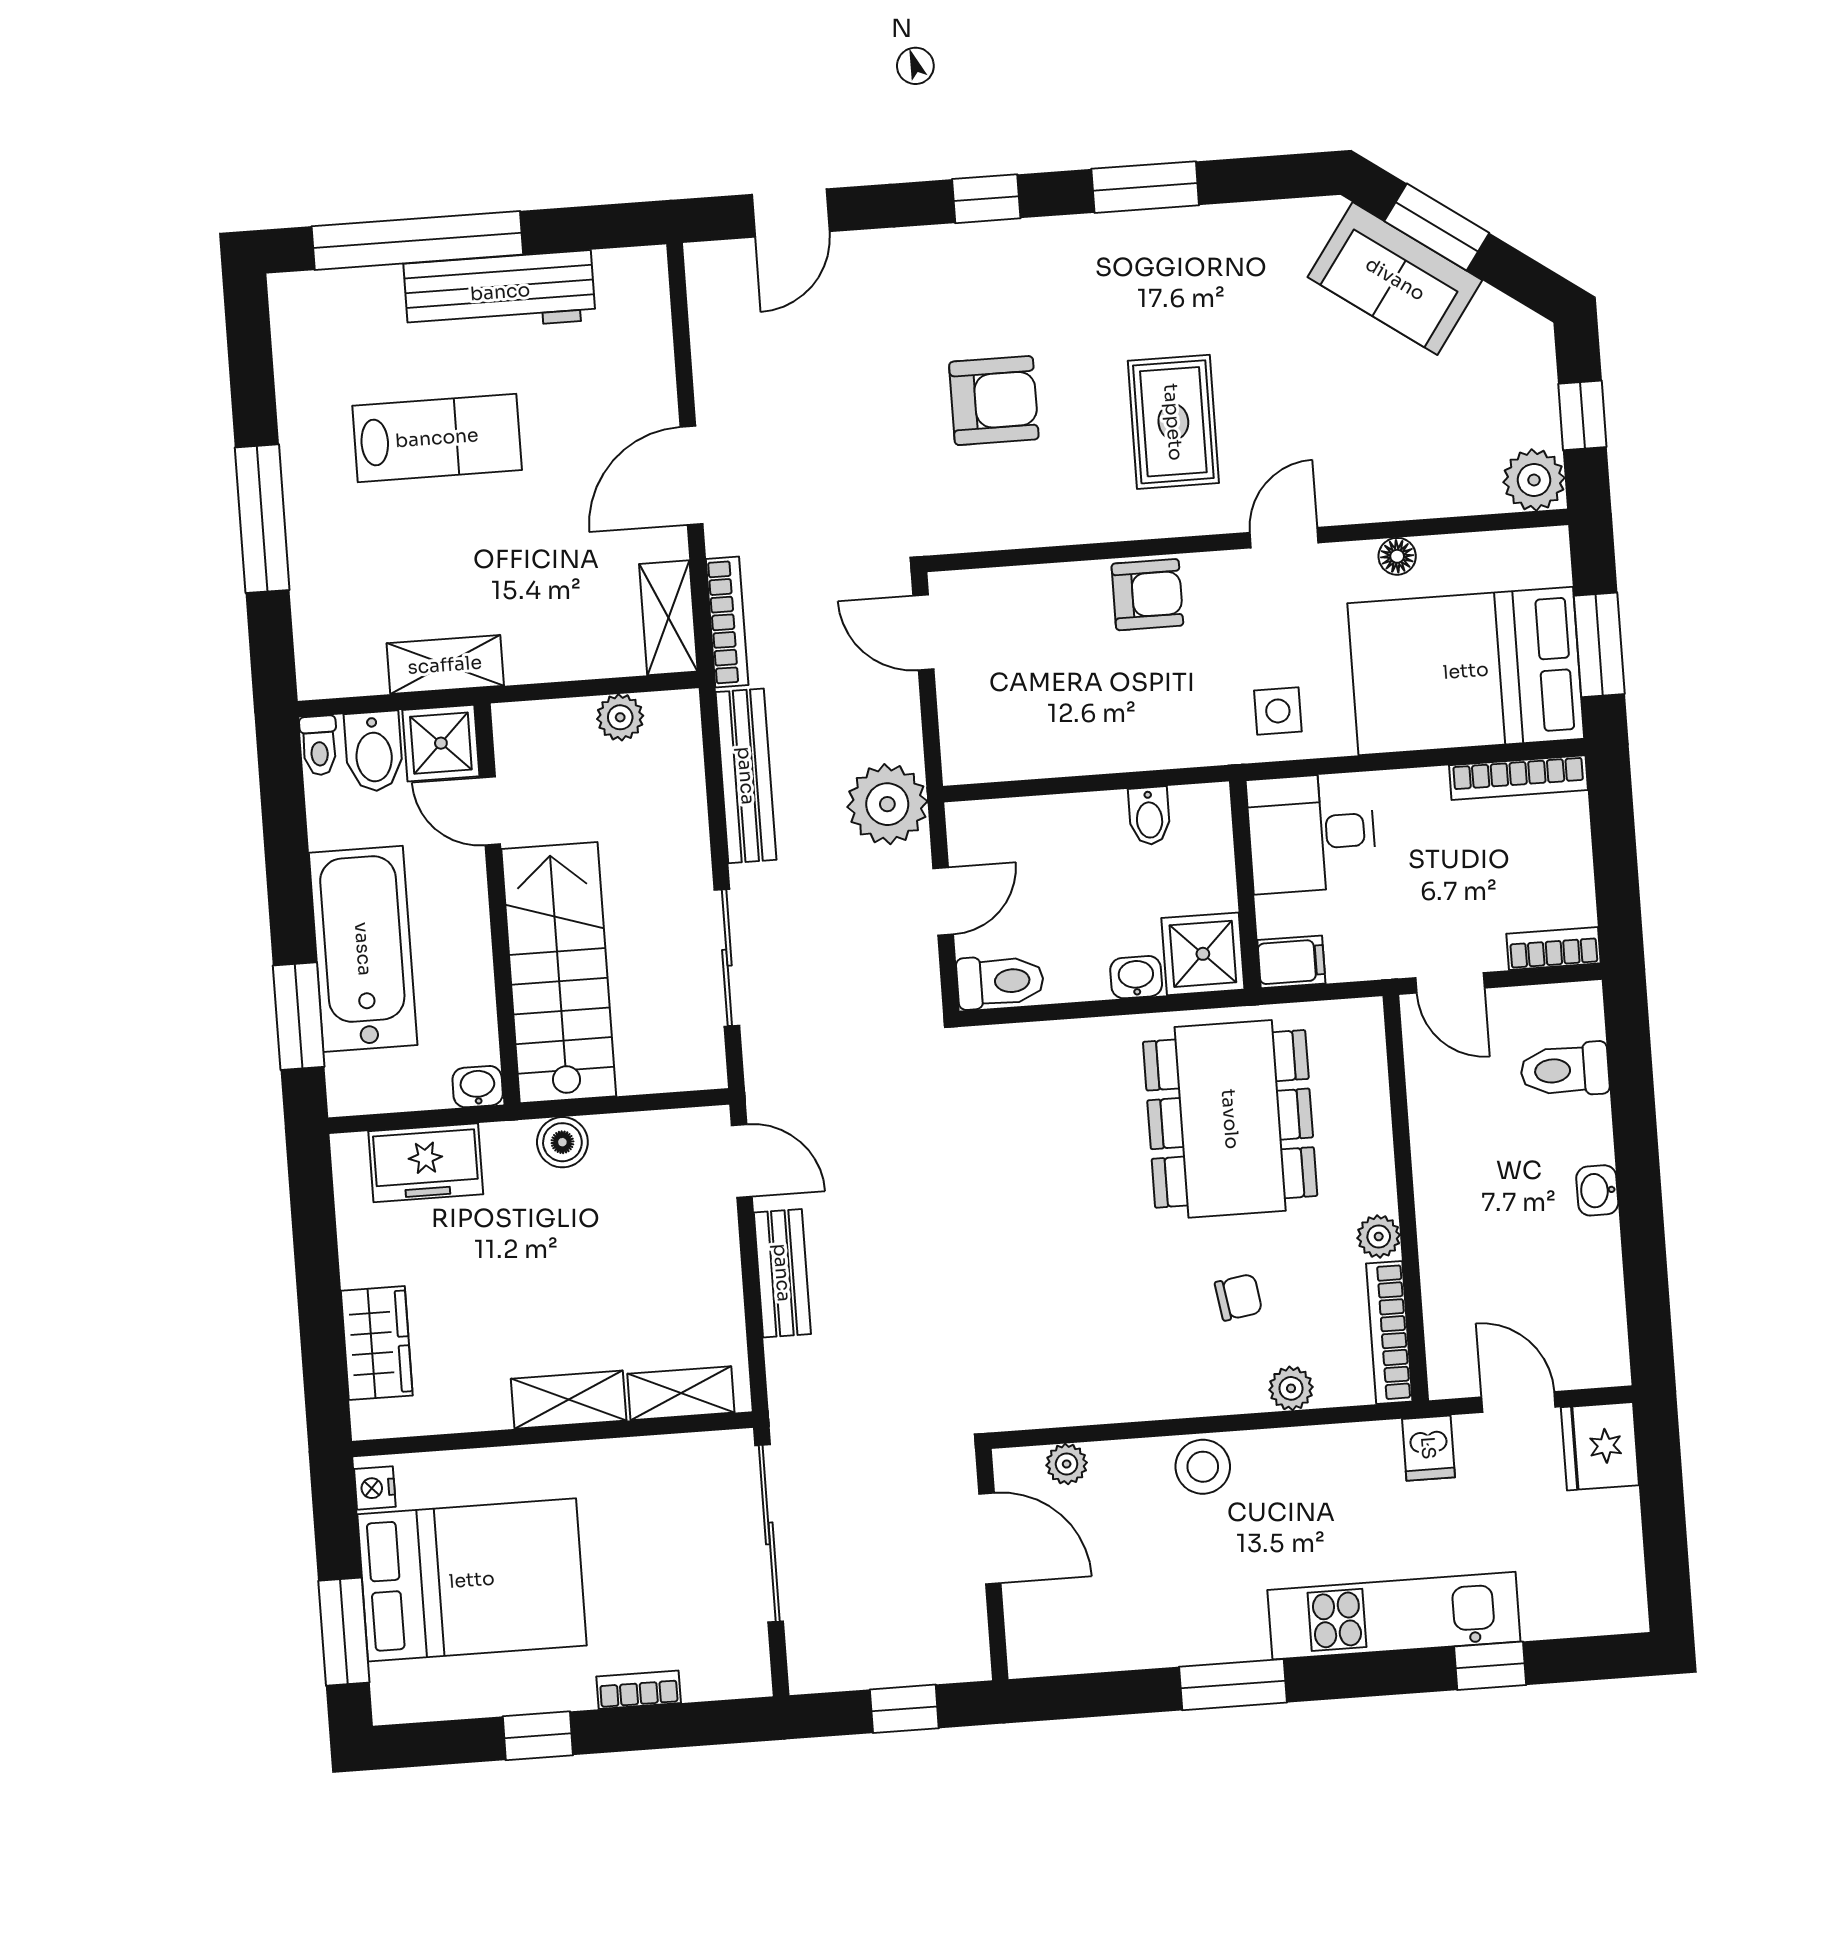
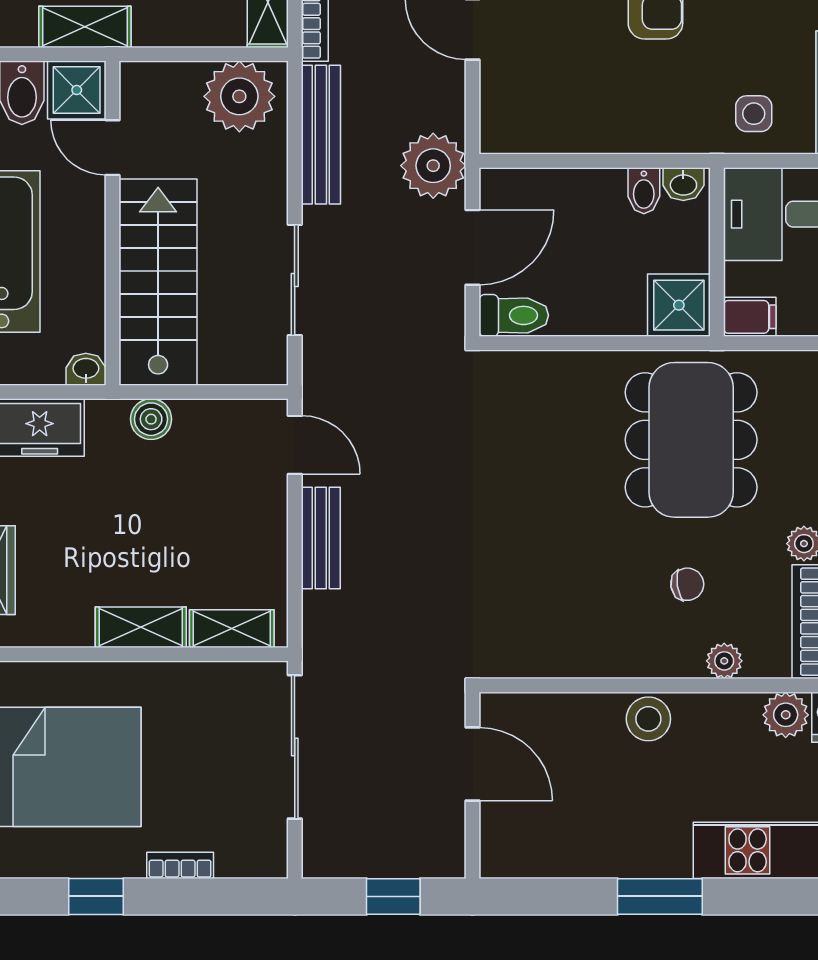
plant: (620, 717) -> (239, 96), width x1.87, depth x1.87
door: (943, 901) -> (472, 247), width x1.38
washbasin: (1136, 977) -> (683, 184), moved, turned 180
plant: (1067, 1464) -> (786, 715), moved, width x1.38, depth x1.38

